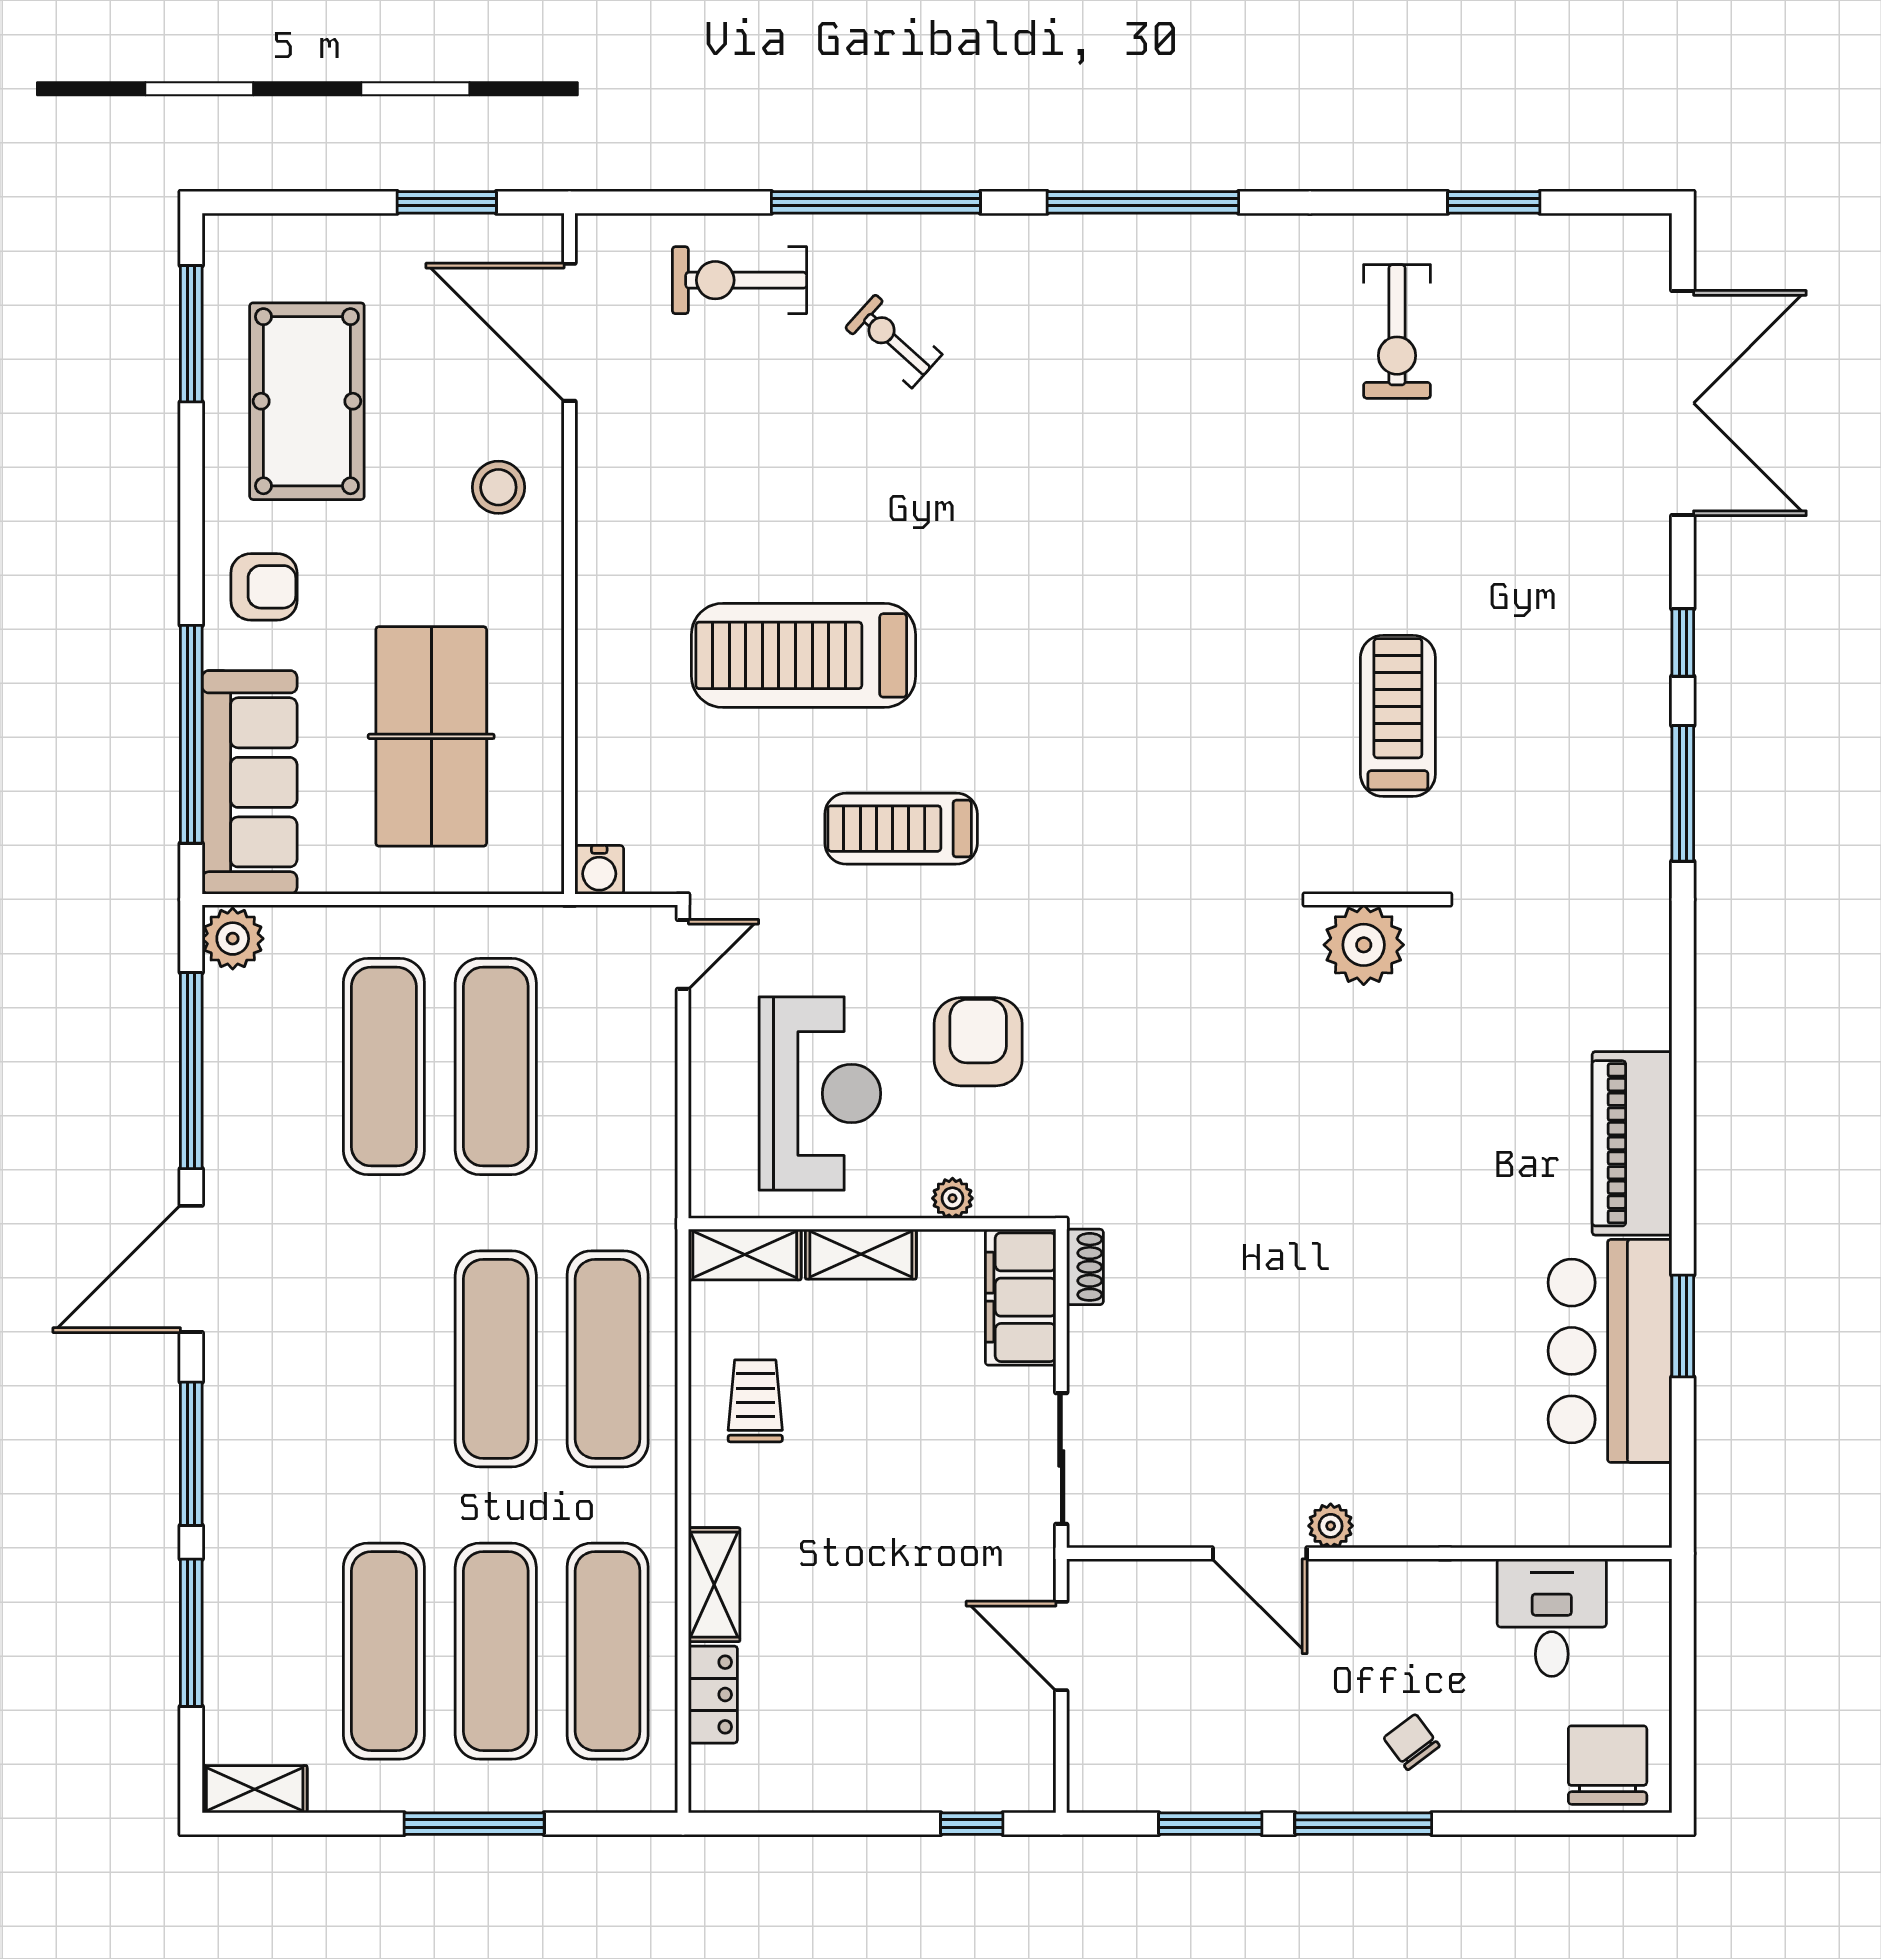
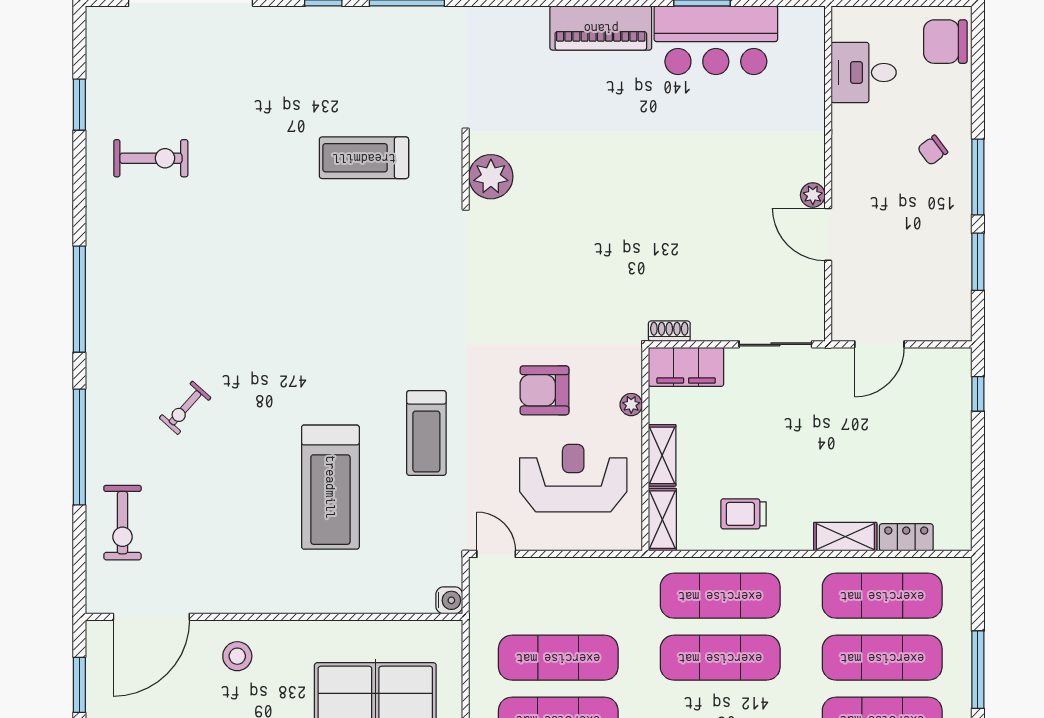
exercise bike: (894, 341) -> (185, 408), moved
door: (1260, 1553) -> (828, 234), swing flipped

